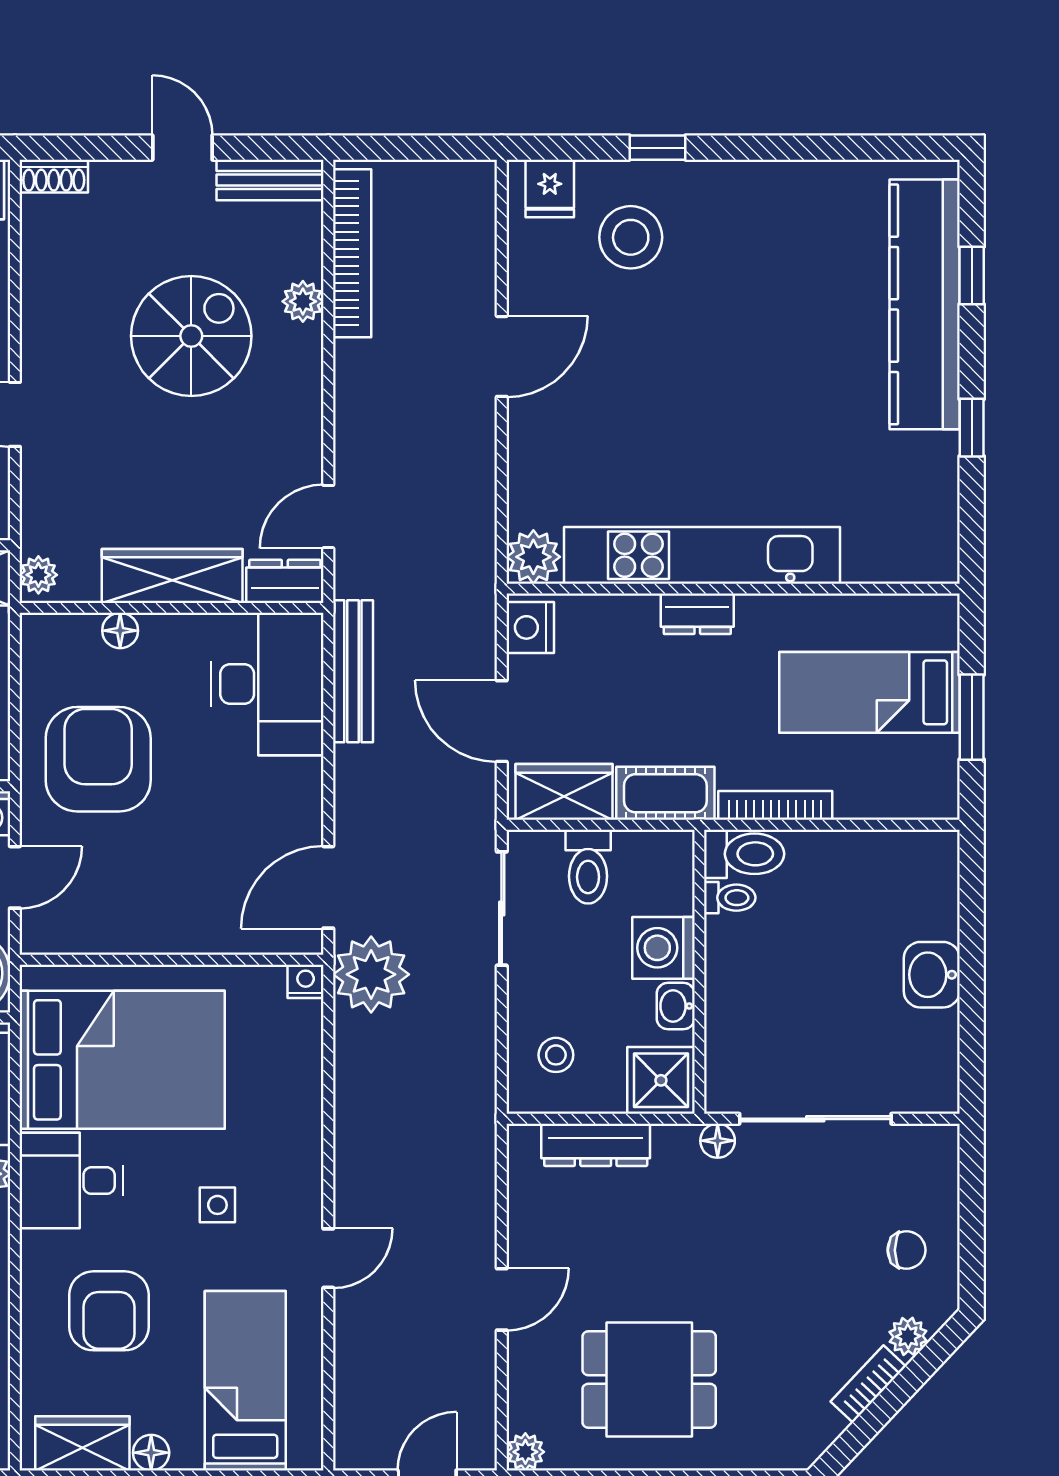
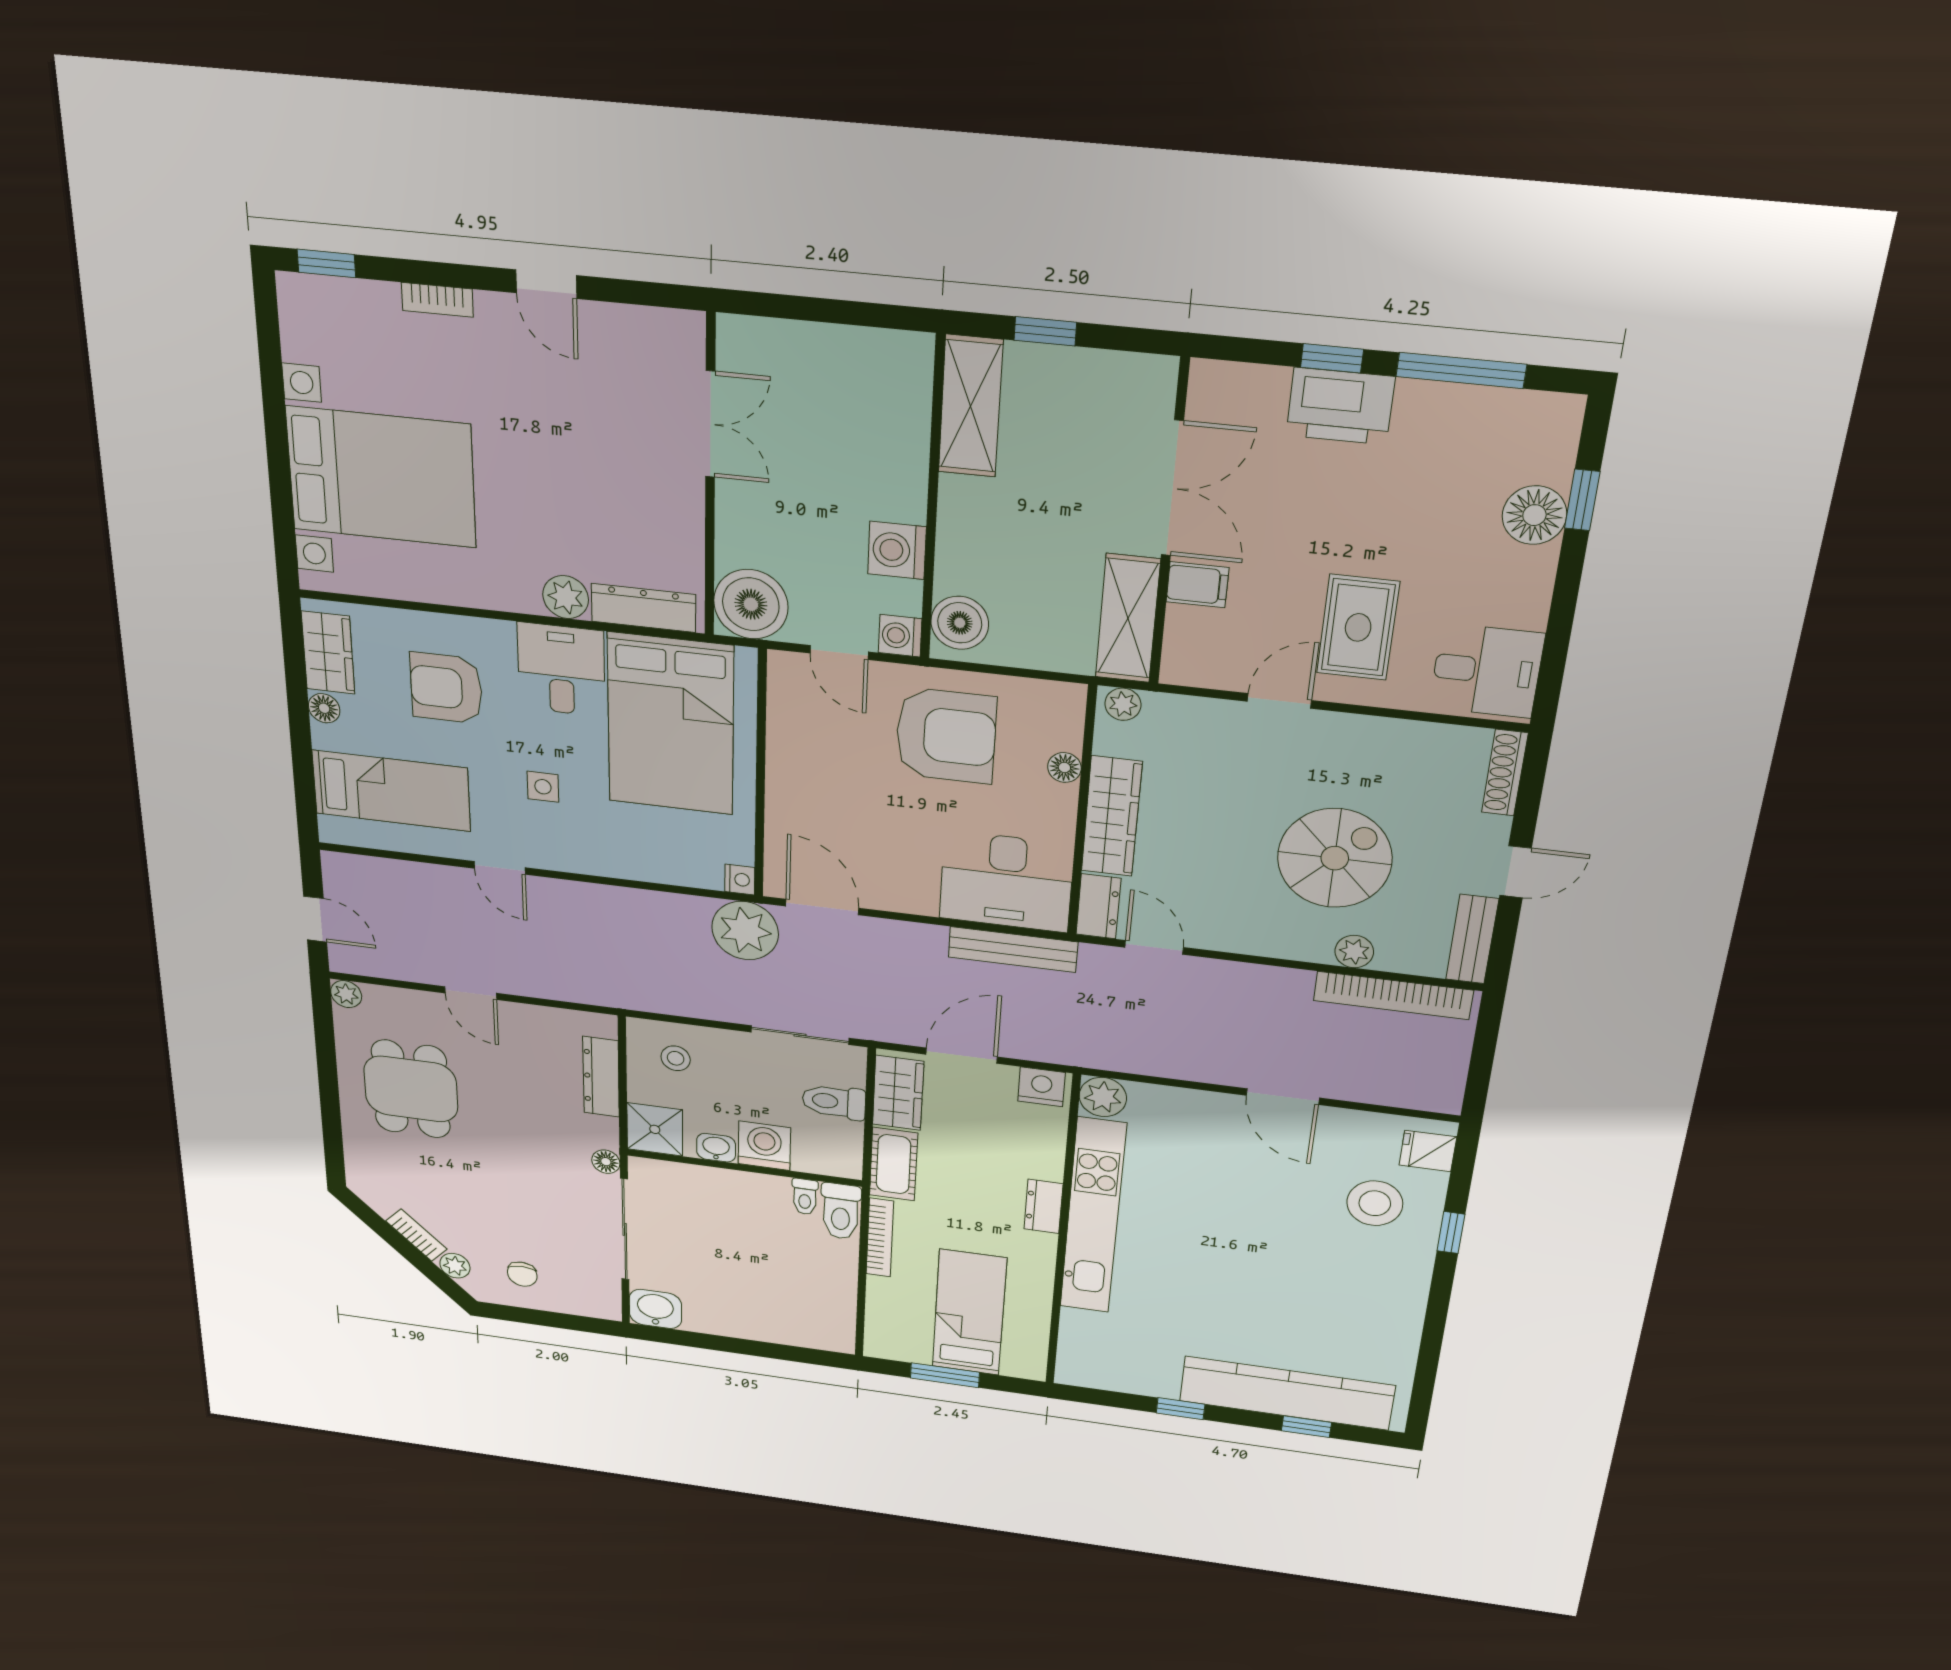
shoe rack: (54, 176) -> (1505, 773), width x1.43
spiral stairs: (191, 336) -> (1335, 858), turned -90
washbasin: (932, 975) -> (655, 1309), moved

